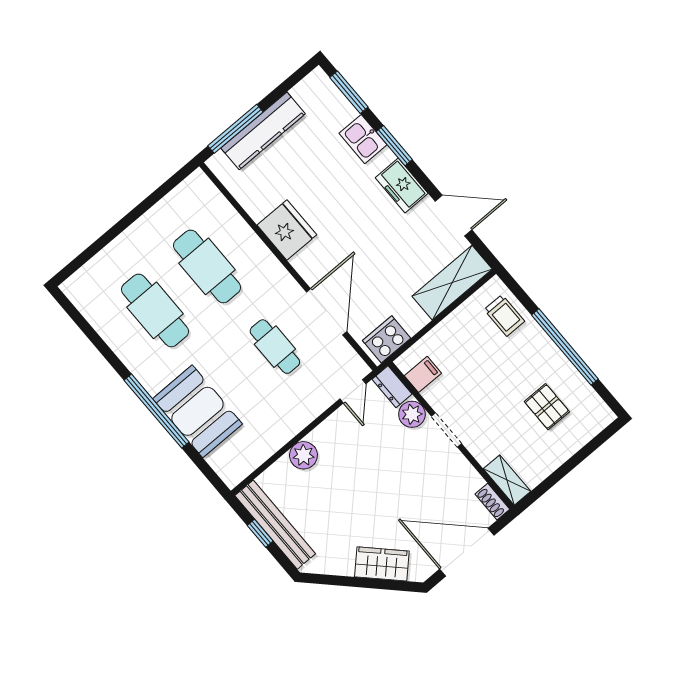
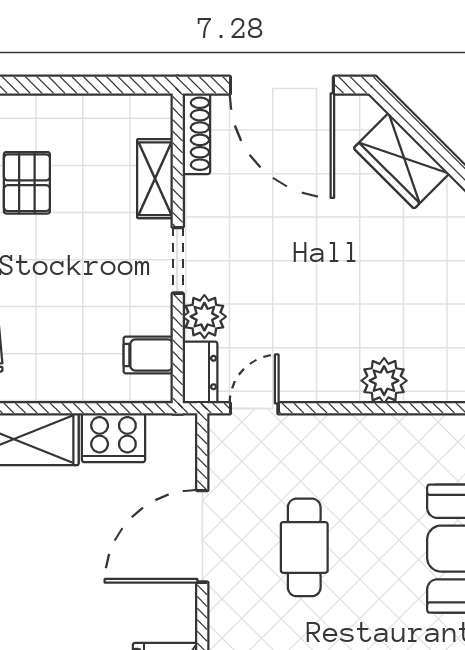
cooker: (387, 339) -> (113, 438), moved
shelving: (507, 480) -> (155, 179), moved
shoe rack: (492, 502) -> (196, 134), width x1.43

